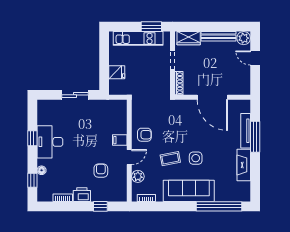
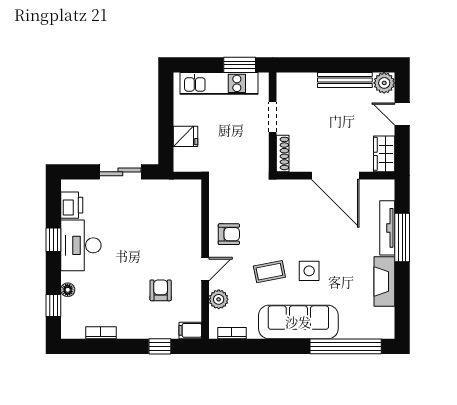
wardrobe: (189, 38) -> (384, 154), moved, turned 90
filing cabinet: (120, 140) -> (190, 330), moved
printer: (82, 195) -> (72, 205), moved, turned 90

